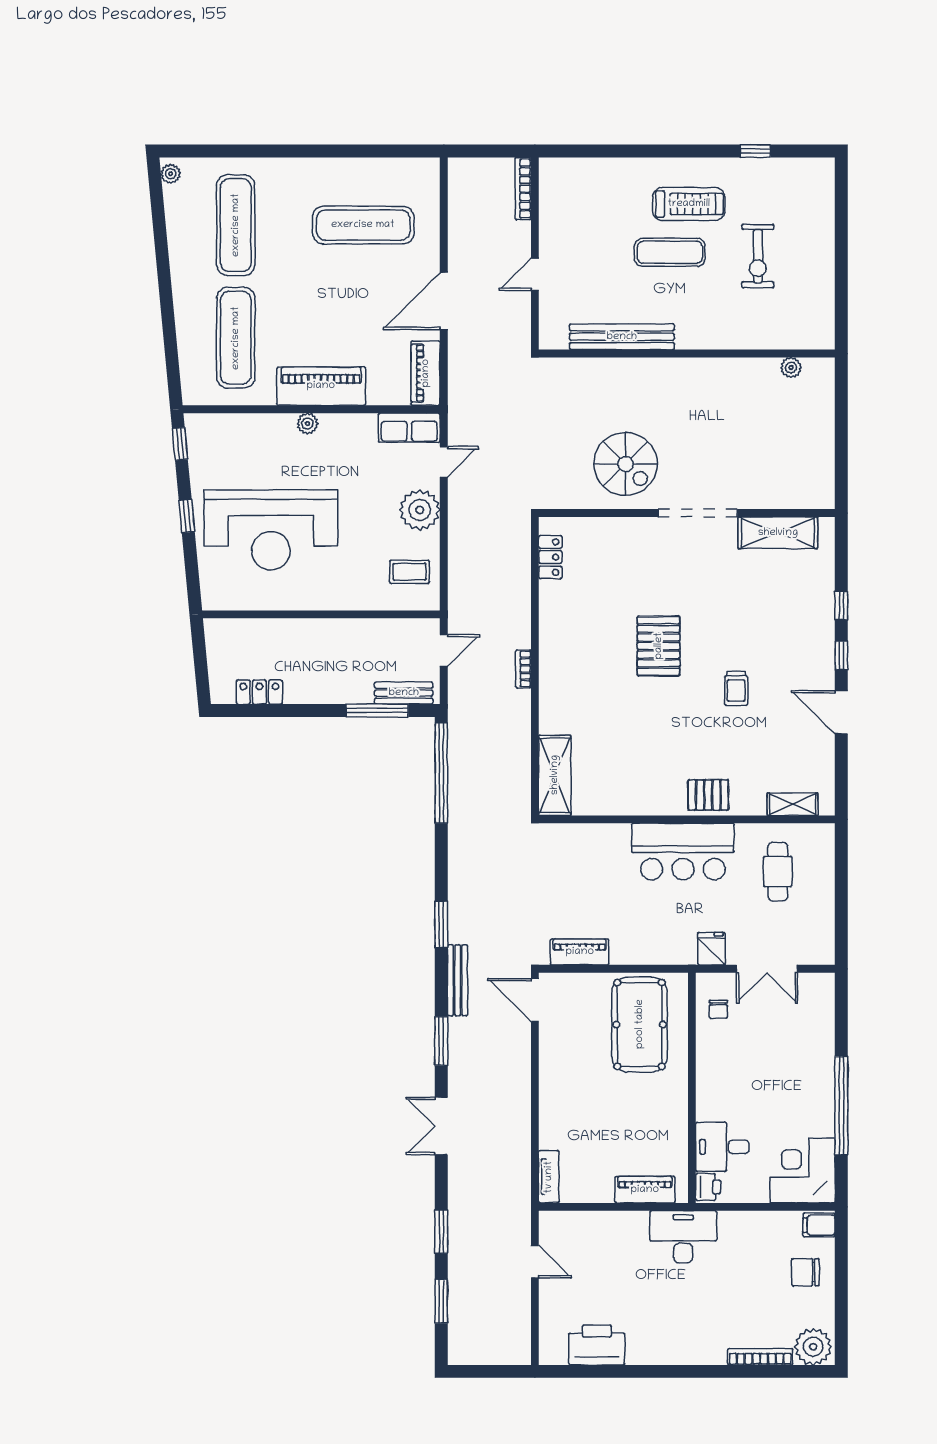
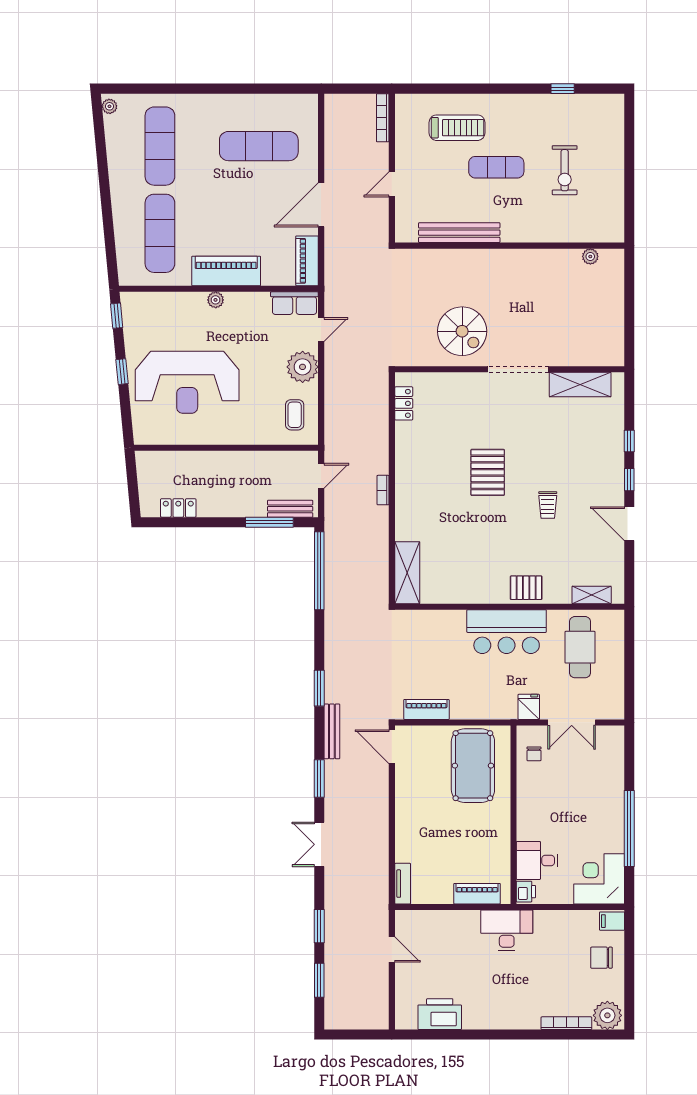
treadmill: (689, 204) -> (457, 128), moved
coffee table: (410, 572) -> (295, 415), turned 90
cafe table: (778, 872) -> (580, 647), width x1.37, depth x1.35

